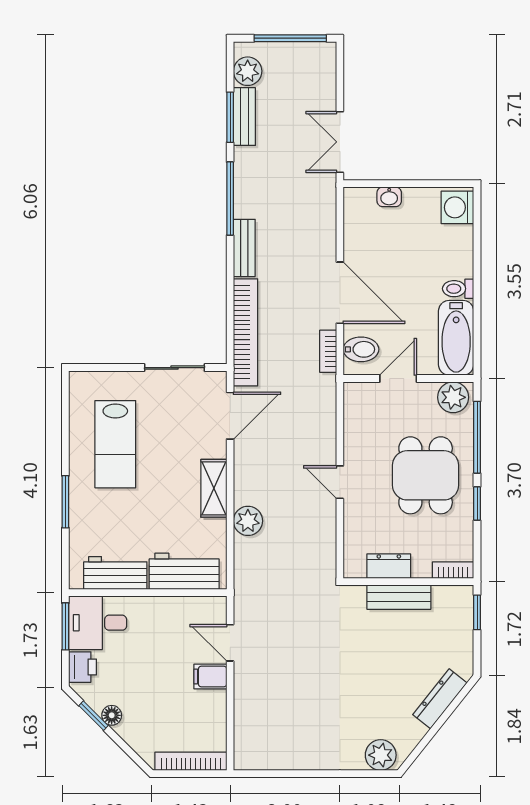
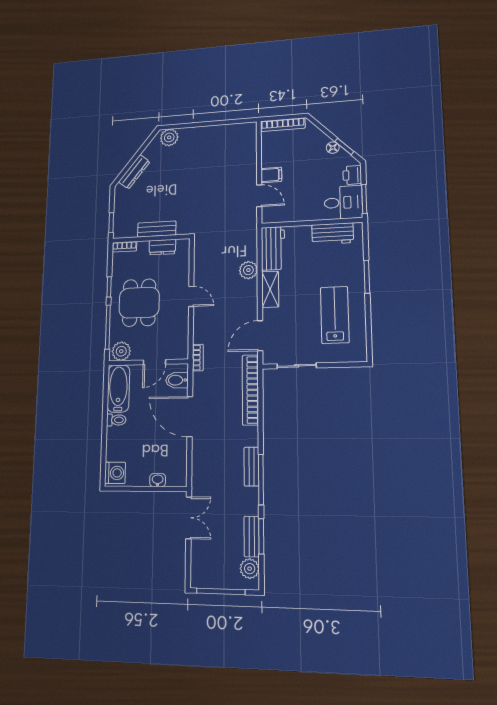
bench: (244, 248) -> (251, 467), moved
bookcase: (328, 351) -> (198, 358), moved
workbench: (184, 571) -> (273, 248), moved, turned -90

